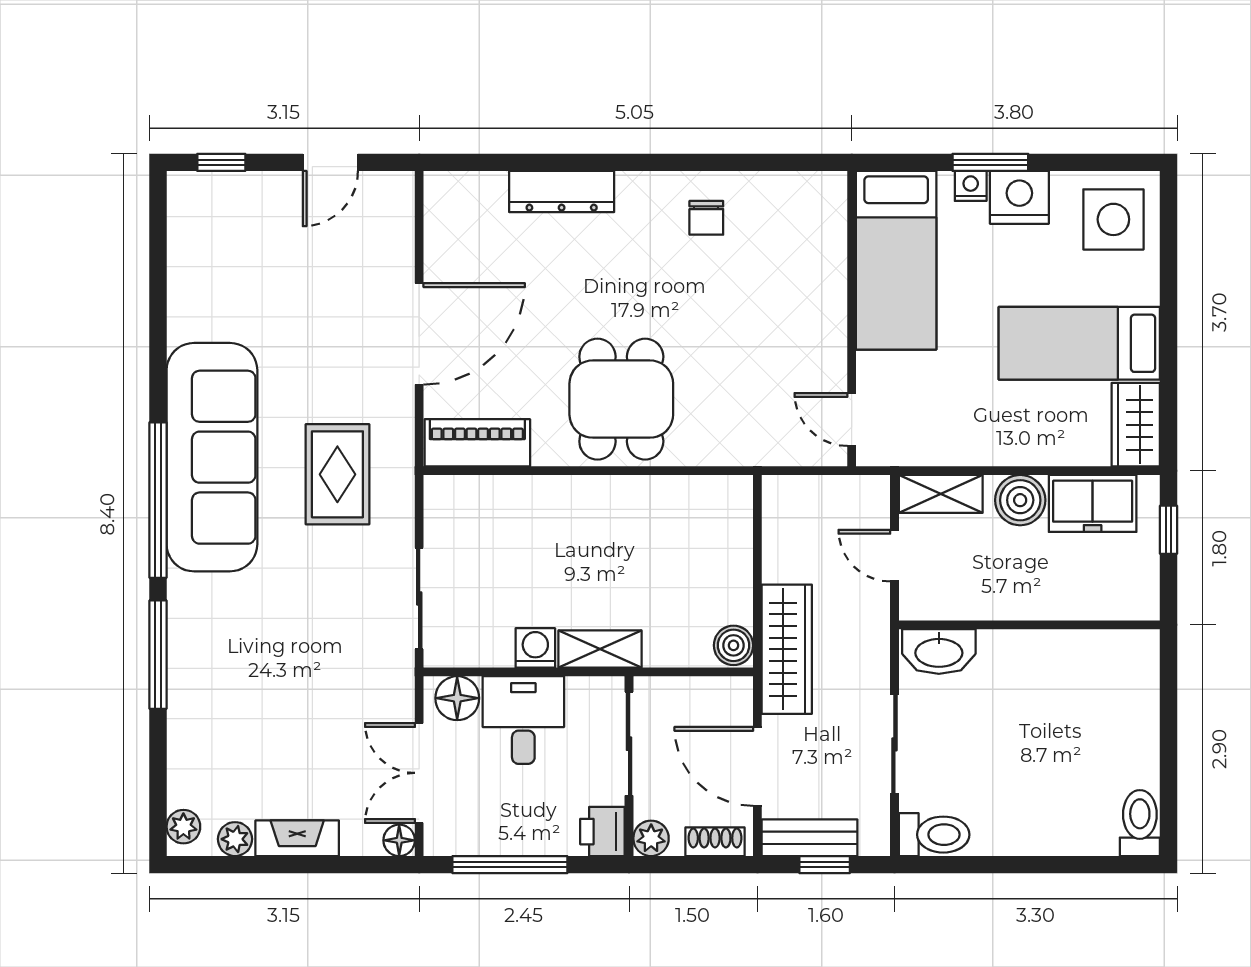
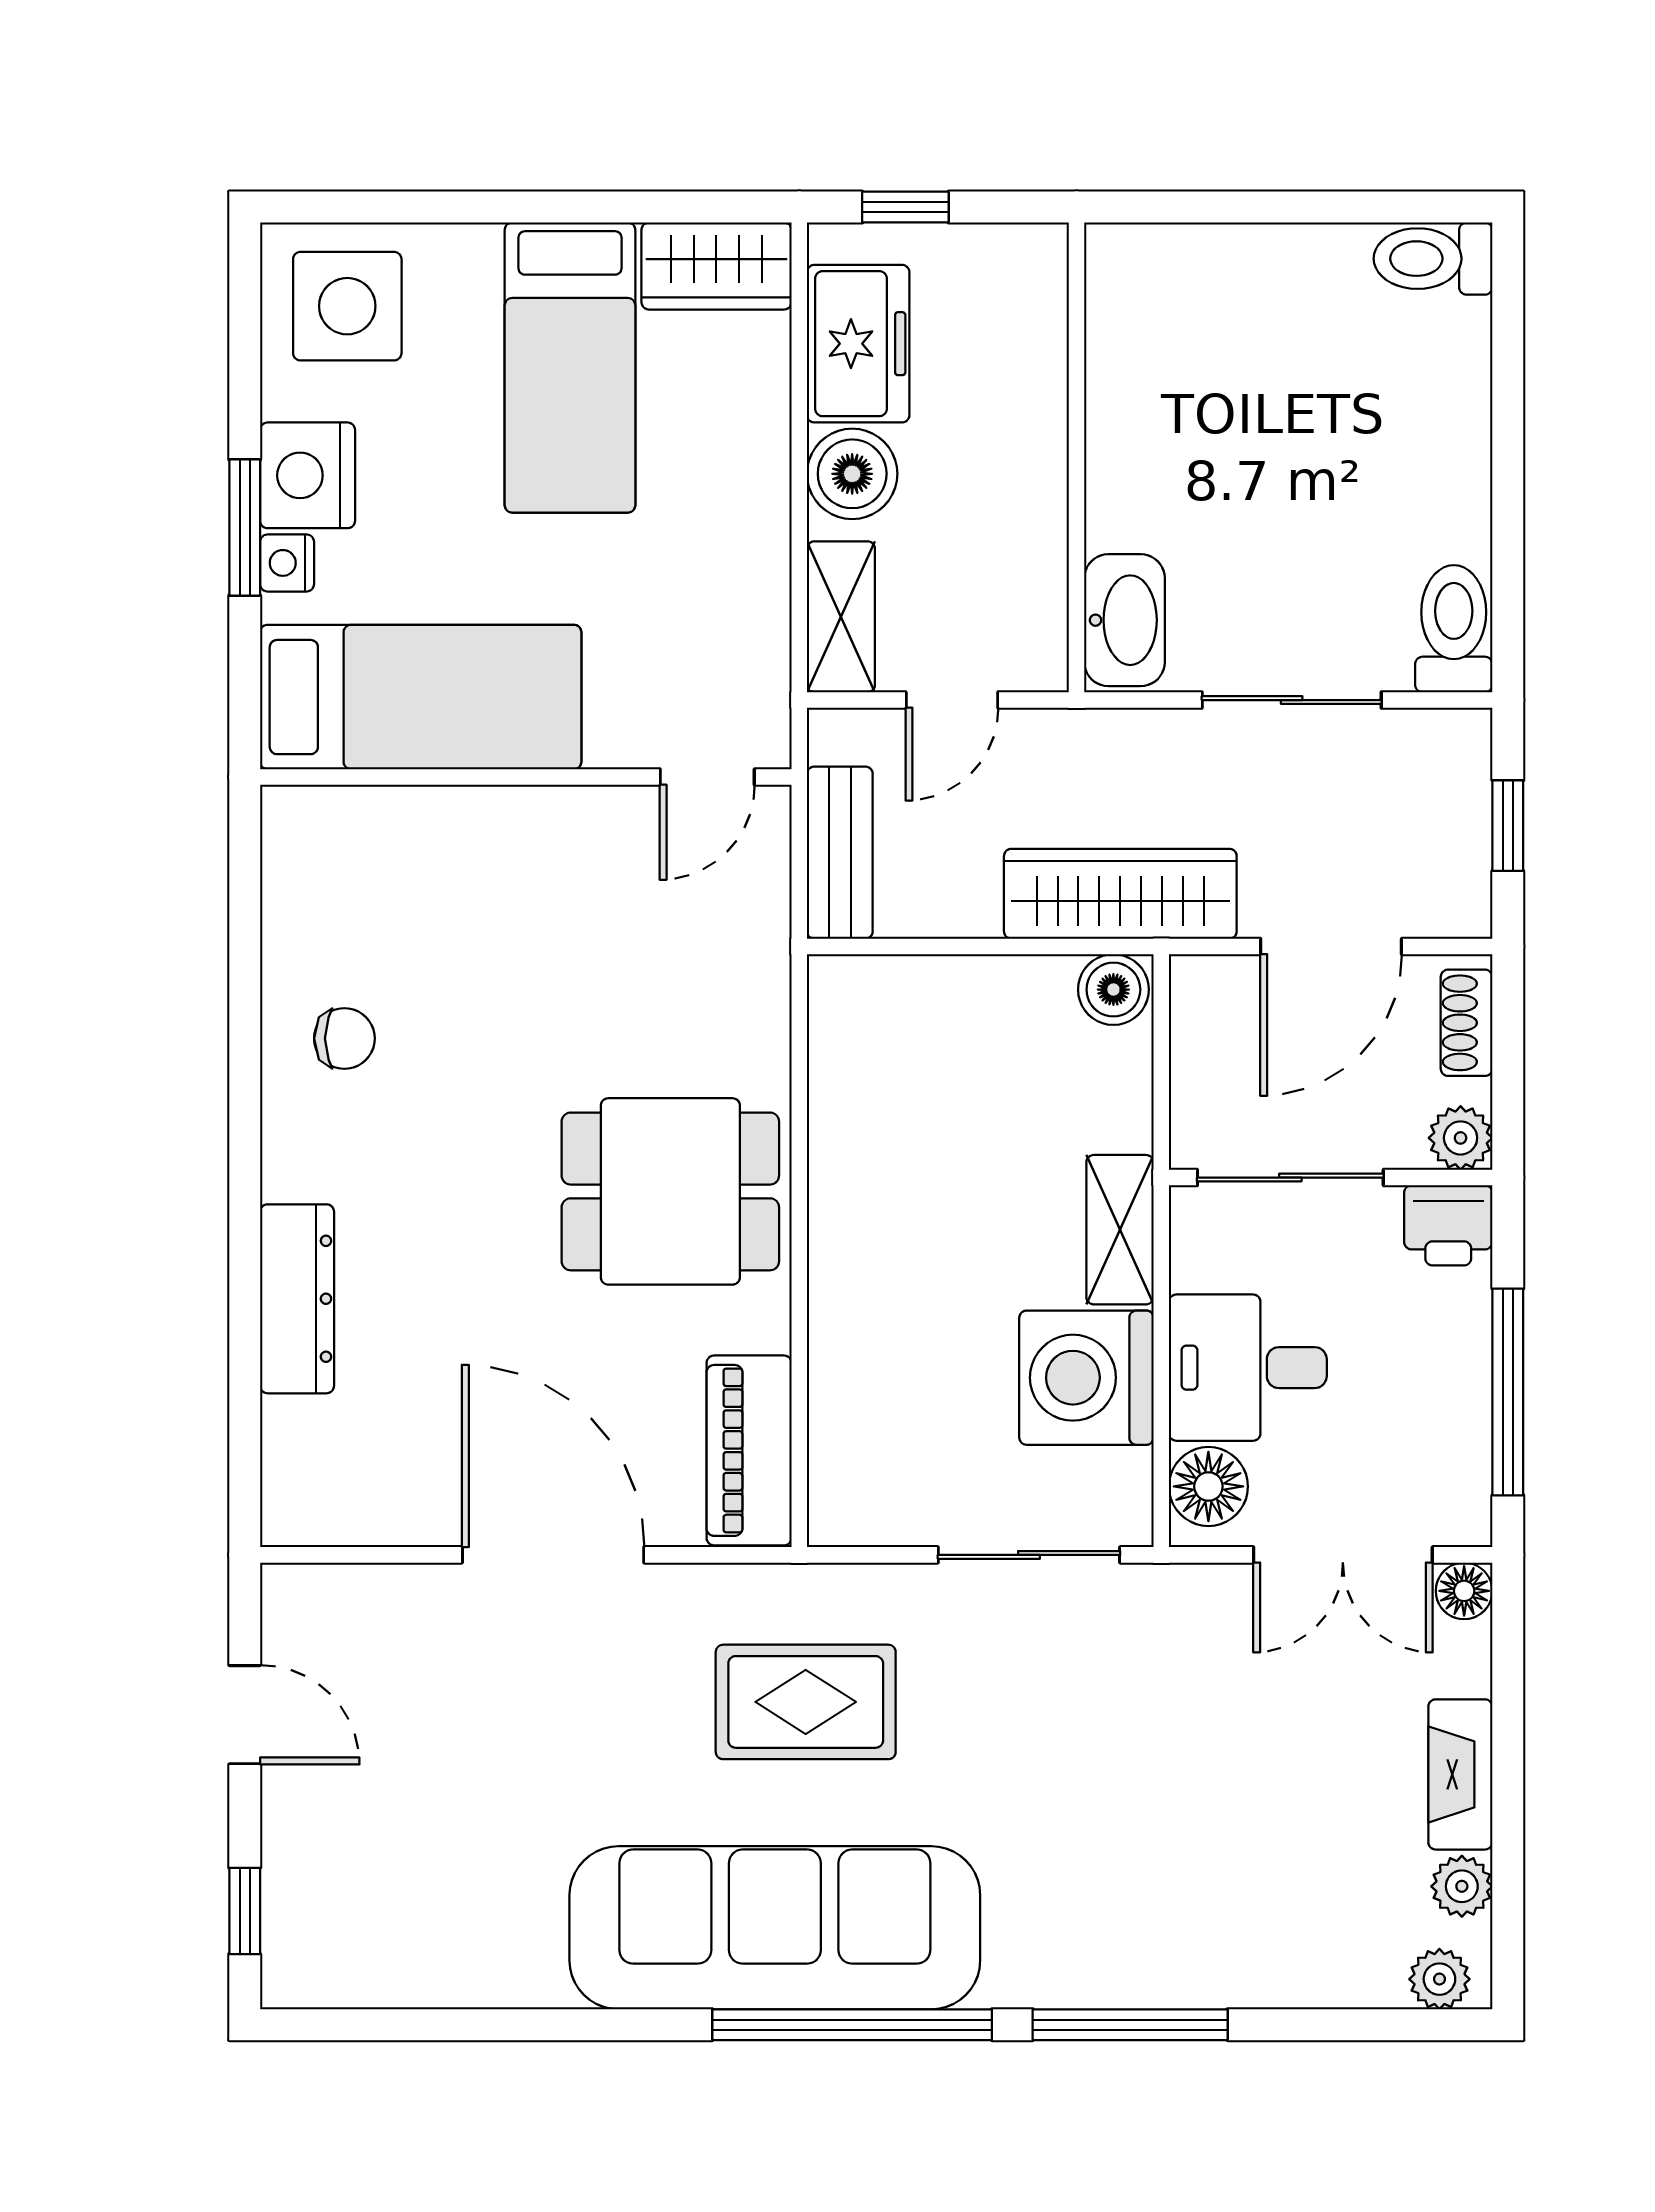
washing machine: (535, 648) -> (1086, 1378), width x1.89, depth x1.89
bench: (810, 838) -> (840, 853), moved

